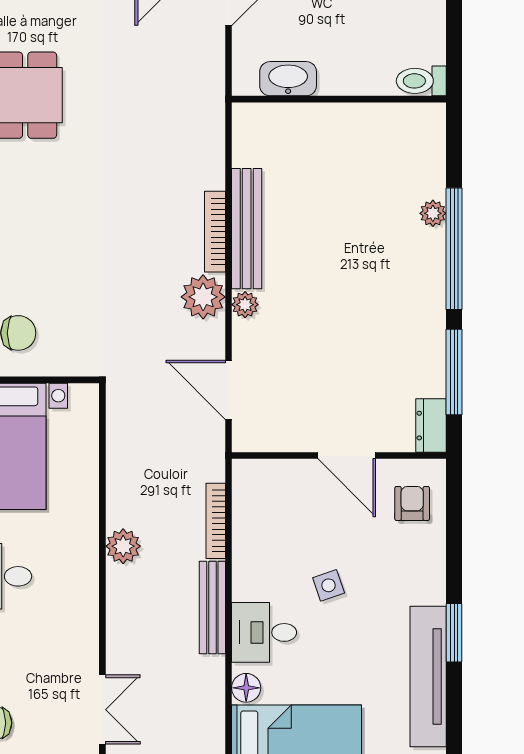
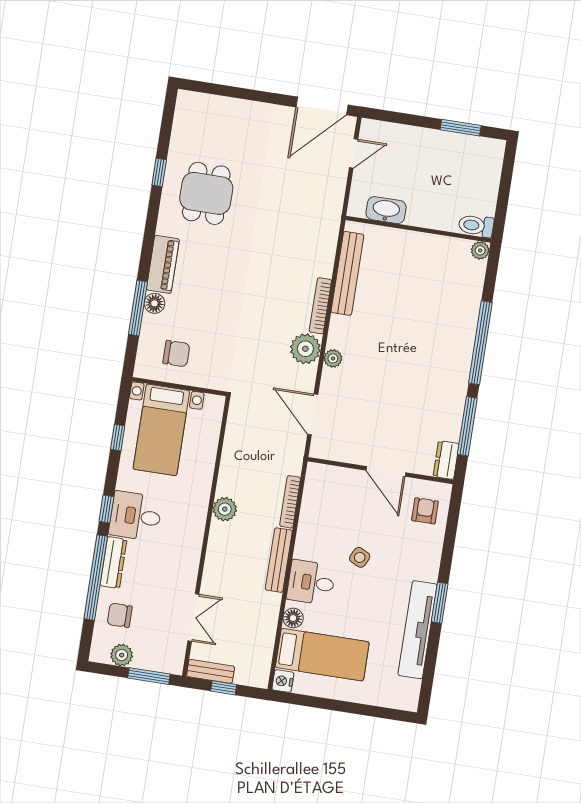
plant: (433, 213) -> (480, 250), moved
bench: (247, 229) -> (347, 273), moved
side table: (329, 585) -> (360, 557), turned 45

